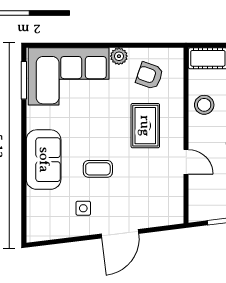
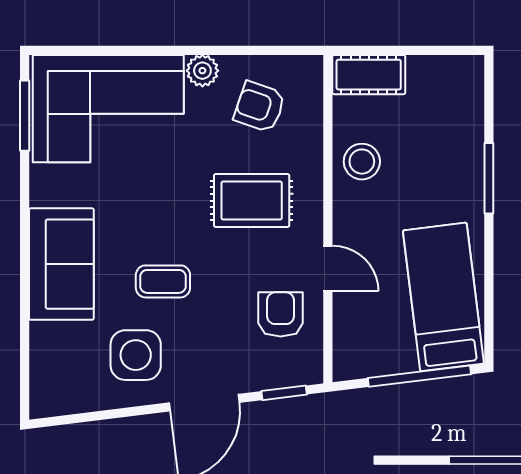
rug: (145, 126) -> (252, 201), turned 90
armchair: (161, 187) -> (281, 314), added
side table: (83, 208) -> (136, 355), width x1.87, depth x1.87
window: (163, 228) -> (284, 393), added

